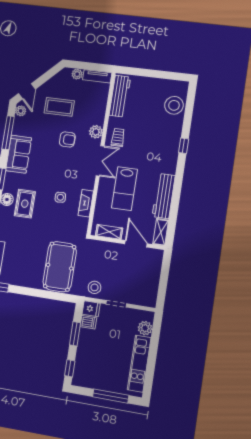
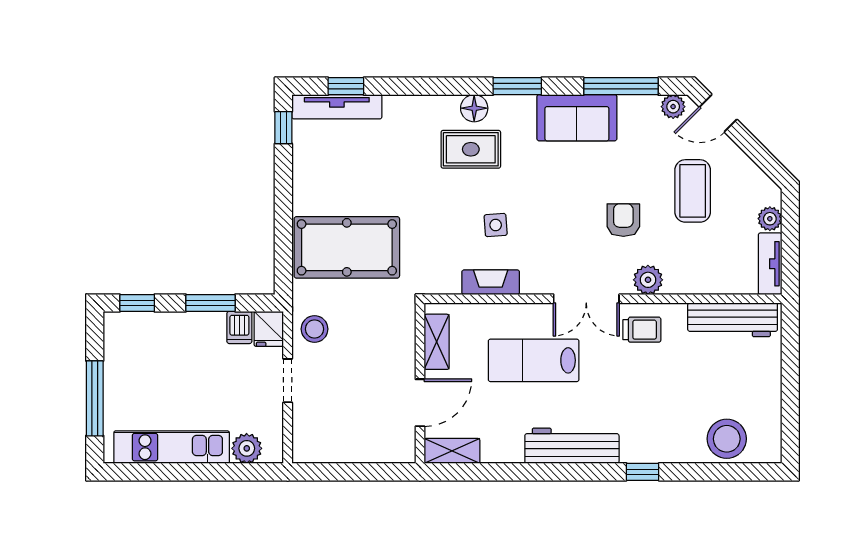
armchair: (67, 139) -> (623, 220), turned 180
workbench: (164, 196) -> (572, 446), moved

